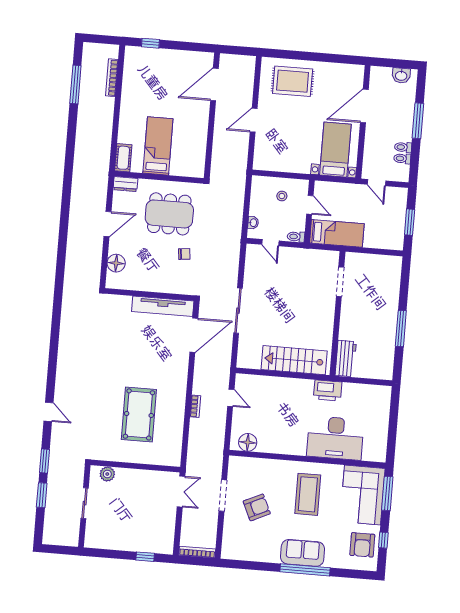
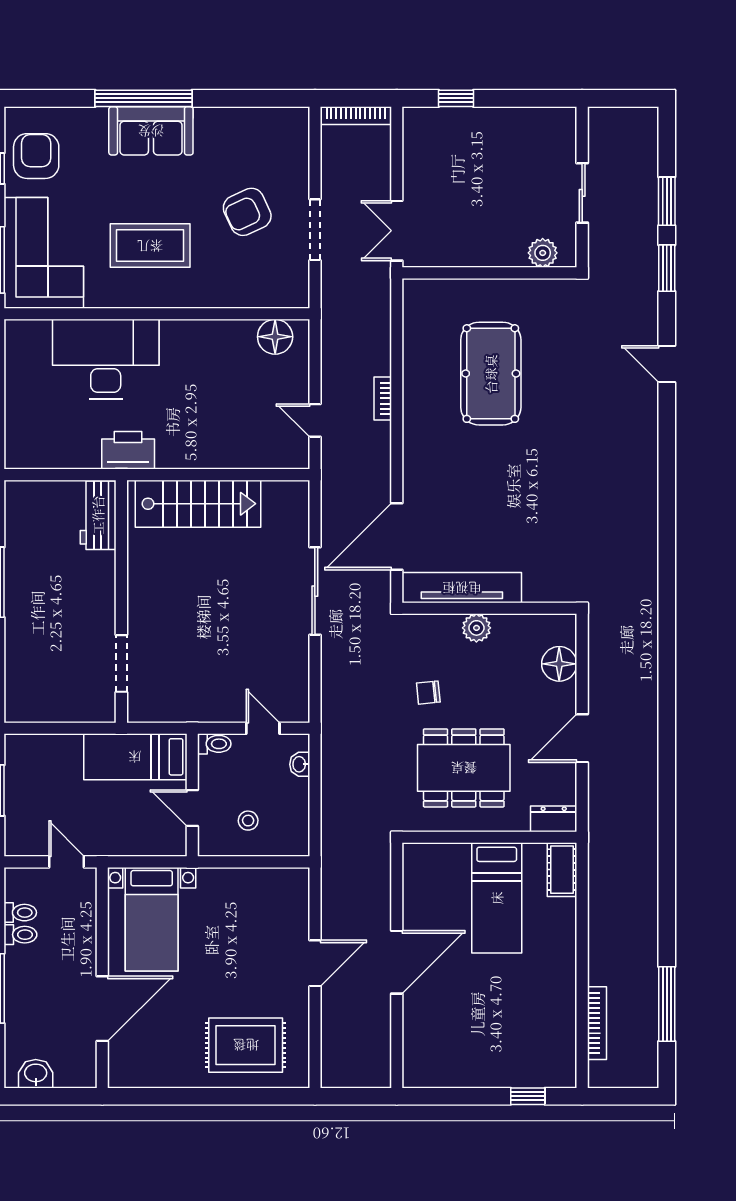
door: (214, 85) -> (397, 962), moved
plant: (157, 285) -> (476, 628), added
coffee table: (308, 494) -> (150, 246), turned 90

